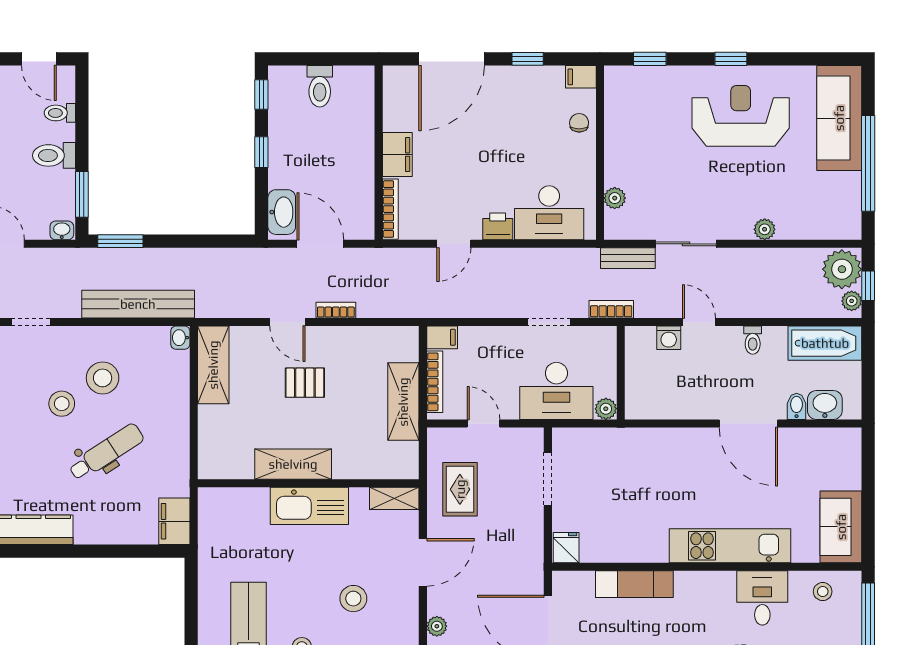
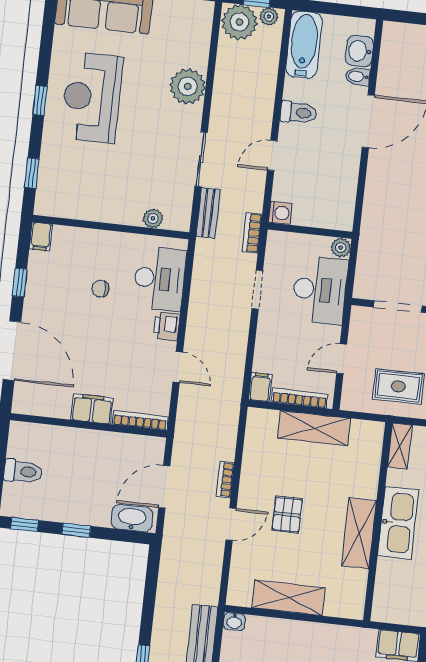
chair: (579, 123) -> (100, 289), moved
plant: (765, 229) -> (188, 86), width x1.87, depth x1.87
washing machine: (669, 338) -> (280, 213), moved
toilet: (753, 340) -> (299, 113), width x1.37, depth x1.39
shelving: (213, 365) -> (288, 598), moved

